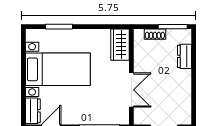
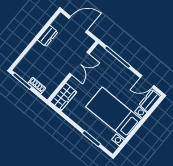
dresser: (184, 56) -> (48, 36), moved
double door: (131, 90) -> (79, 63), swing flipped

